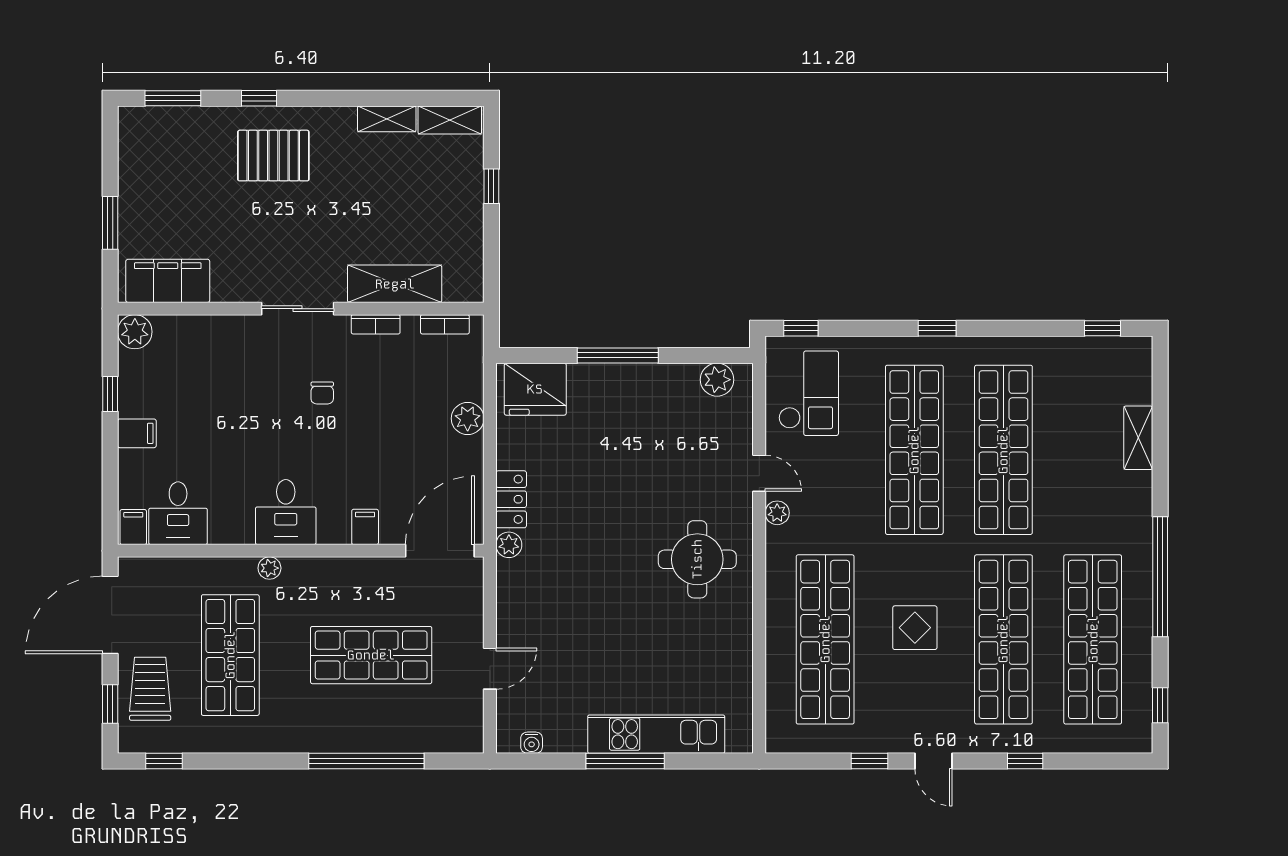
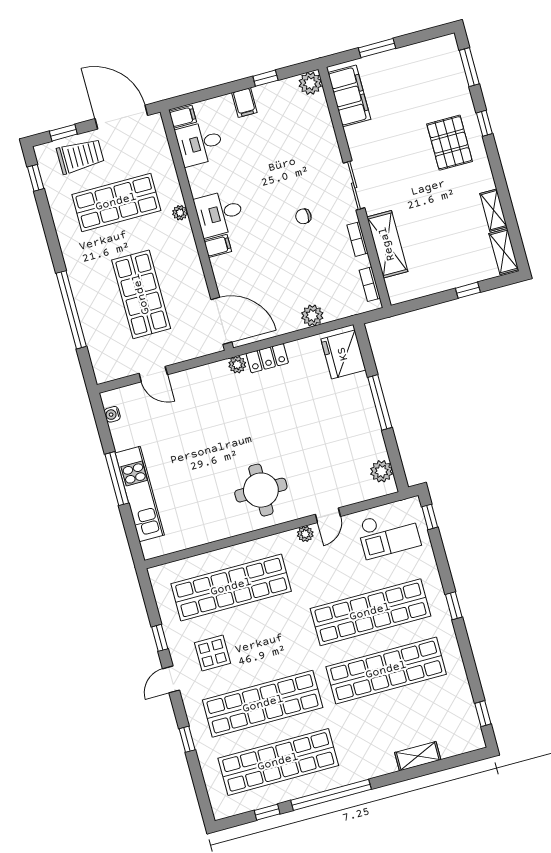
filing cabinet: (365, 527) -> (218, 246), moved
display table: (915, 628) -> (212, 653), moved
window: (1160, 705) -> (267, 812), moved

